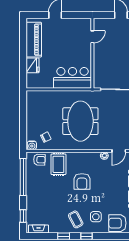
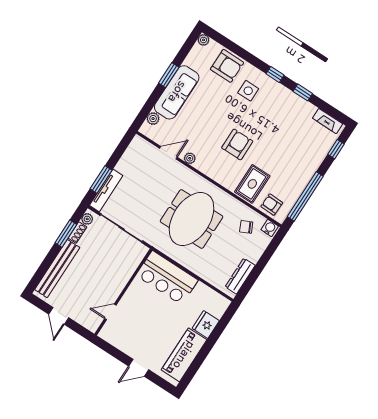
dresser: (31, 106) -> (240, 276), added
coffee table: (76, 219) -> (275, 103), removed

